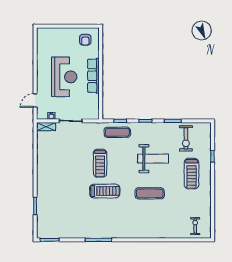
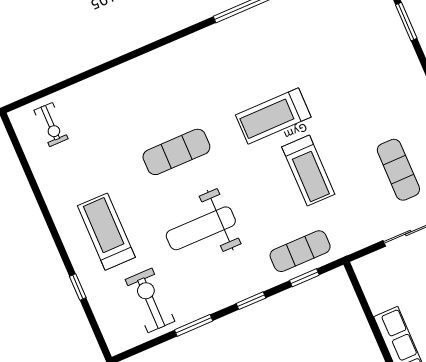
exercise mat: (64, 148) -> (398, 170), added
treadmill: (100, 163) -> (308, 171), turned 180

